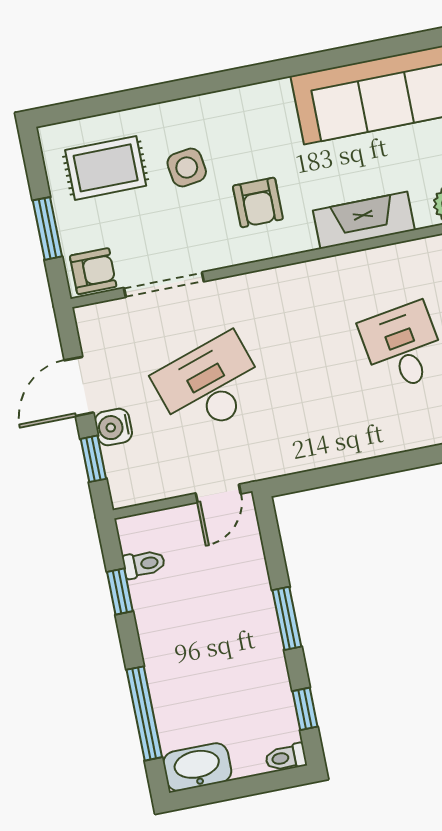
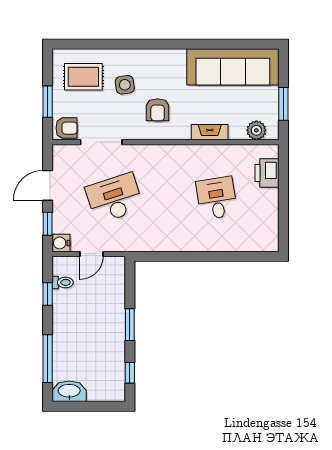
fireplace: (364, 220) -> (210, 132), width x0.73, depth x0.76
water cooler: (113, 427) -> (61, 243), moved
door: (218, 493) -> (91, 254), moved
toilet: (286, 757) -> (115, 395), removed

